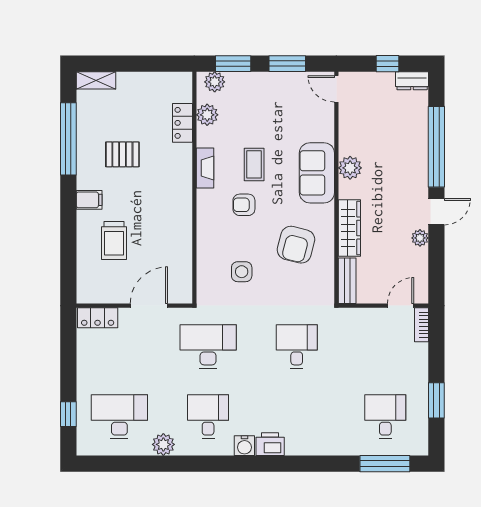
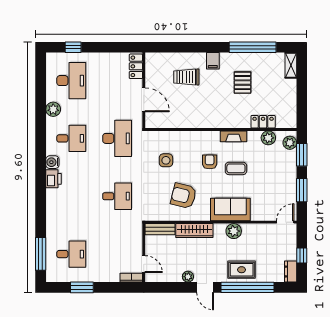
rug: (409, 156) -> (242, 270), added

